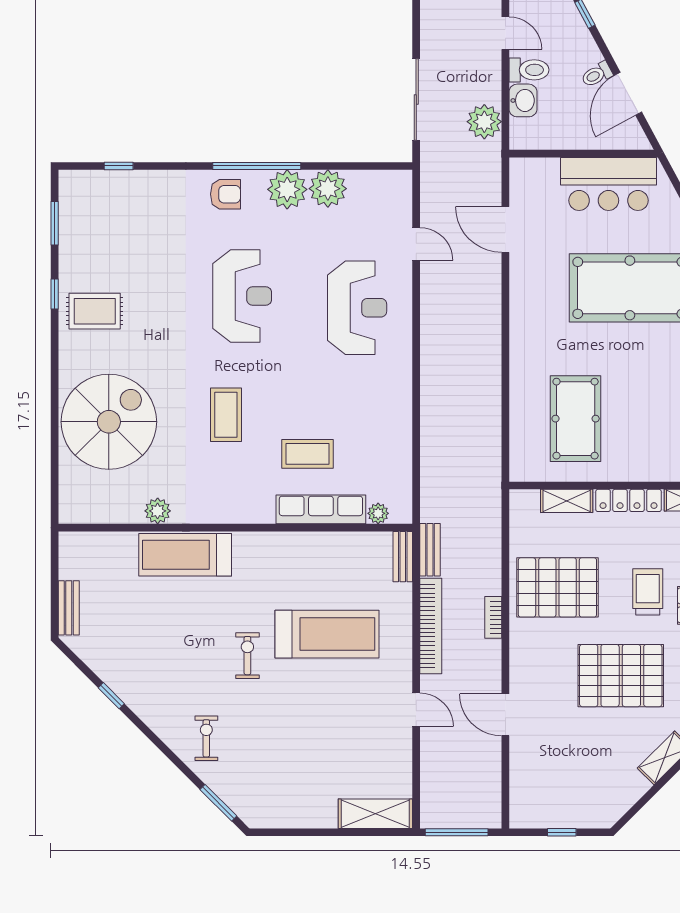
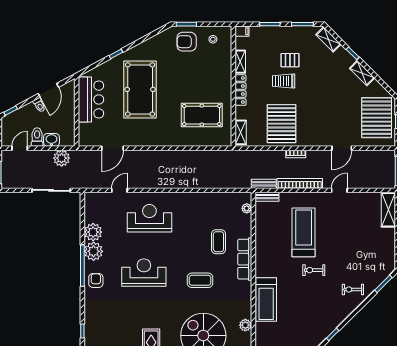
door: (628, 94) -> (48, 90), hinge flipped
shelving: (567, 501) -> (241, 132), moved
row of seats: (321, 509) -> (245, 259), moved
plant: (158, 511) -> (245, 325), moved
pallet: (621, 676) -> (377, 118), moved

